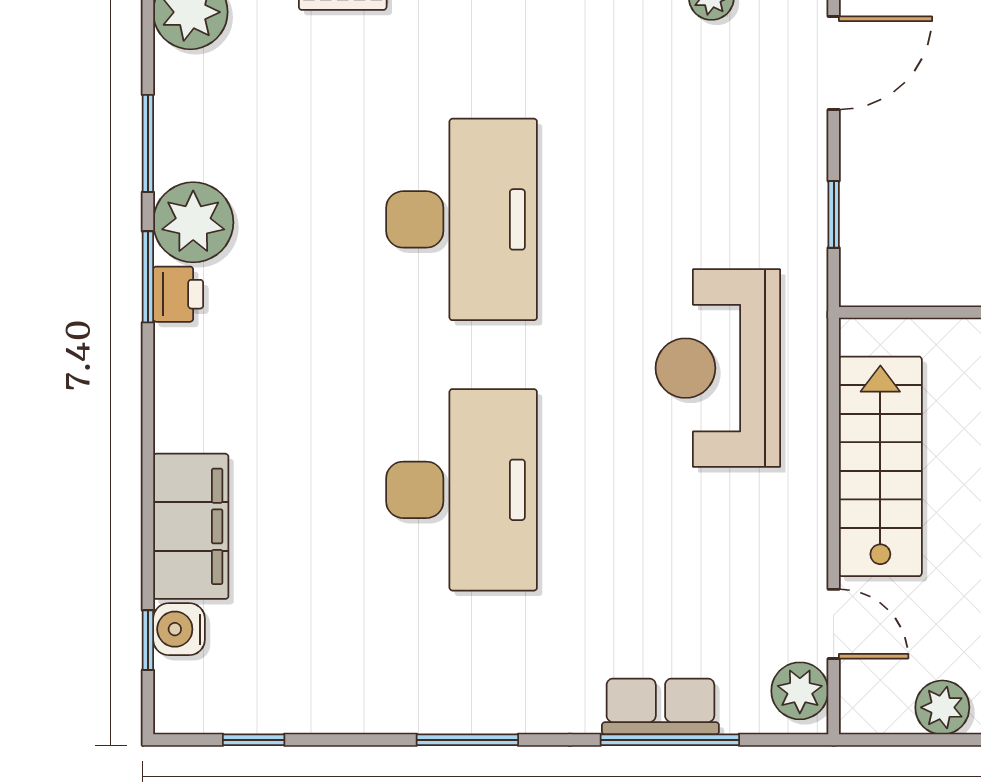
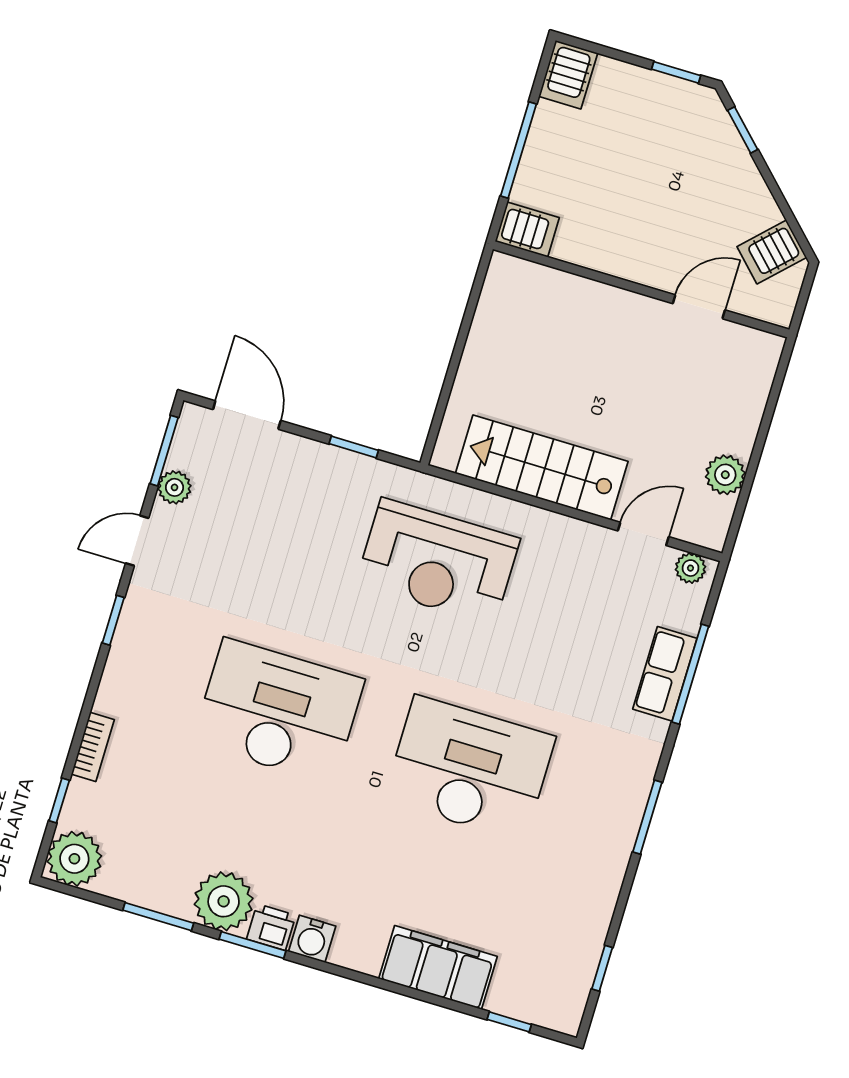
water cooler: (179, 629) -> (312, 939), moved
plant: (800, 691) -> (690, 568), width x0.73, depth x0.73

